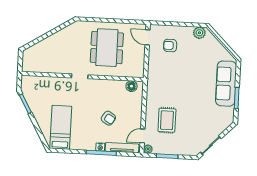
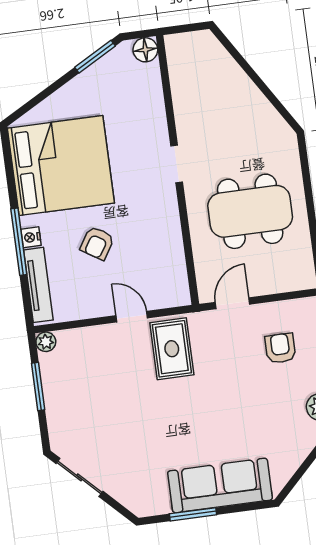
door: (147, 37) -> (232, 303), moved
floor lamp: (132, 86) -> (145, 50), moved
rug: (167, 120) -> (172, 349), moved, turned 90
bed: (61, 127) -> (61, 166), width x2.04
door: (142, 136) -> (132, 317), moved

